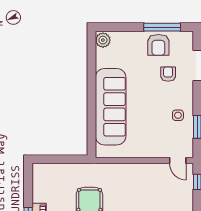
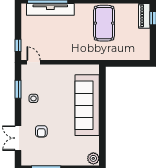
armchair: (158, 45) -> (49, 155), removed

